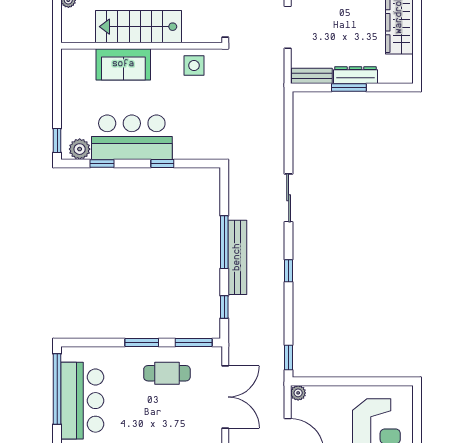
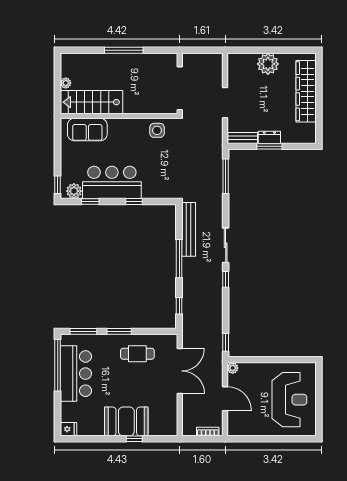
stairs: (138, 27) -> (91, 102), moved
sofa: (123, 64) -> (87, 130), moved
dresser: (355, 75) -> (269, 137), width x0.70
window: (289, 129) -> (226, 176), added
sliding door: (289, 198) -> (226, 245), moved
bench: (237, 257) -> (189, 229), moved
window: (194, 342) -> (83, 331), moved

